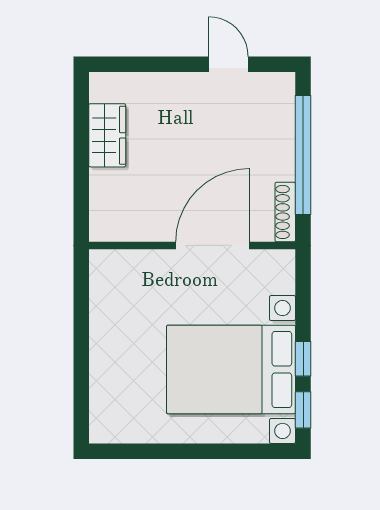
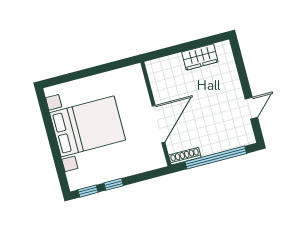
door: (212, 245) -> (158, 124), hinge flipped
bed with nightstands: (231, 369) -> (88, 126), moved, turned 90

